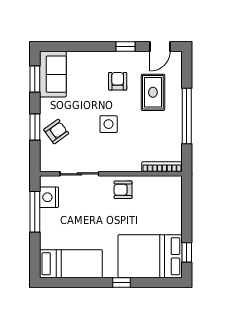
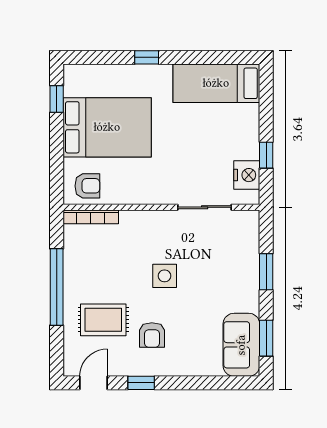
rug: (153, 92) -> (103, 320), turned 90
armchair: (56, 132) -> (237, 266), removed
armchair: (123, 190) -> (87, 186), moved
window: (35, 212) -> (266, 155), width x0.46
bed: (150, 256) -> (107, 127), moved

